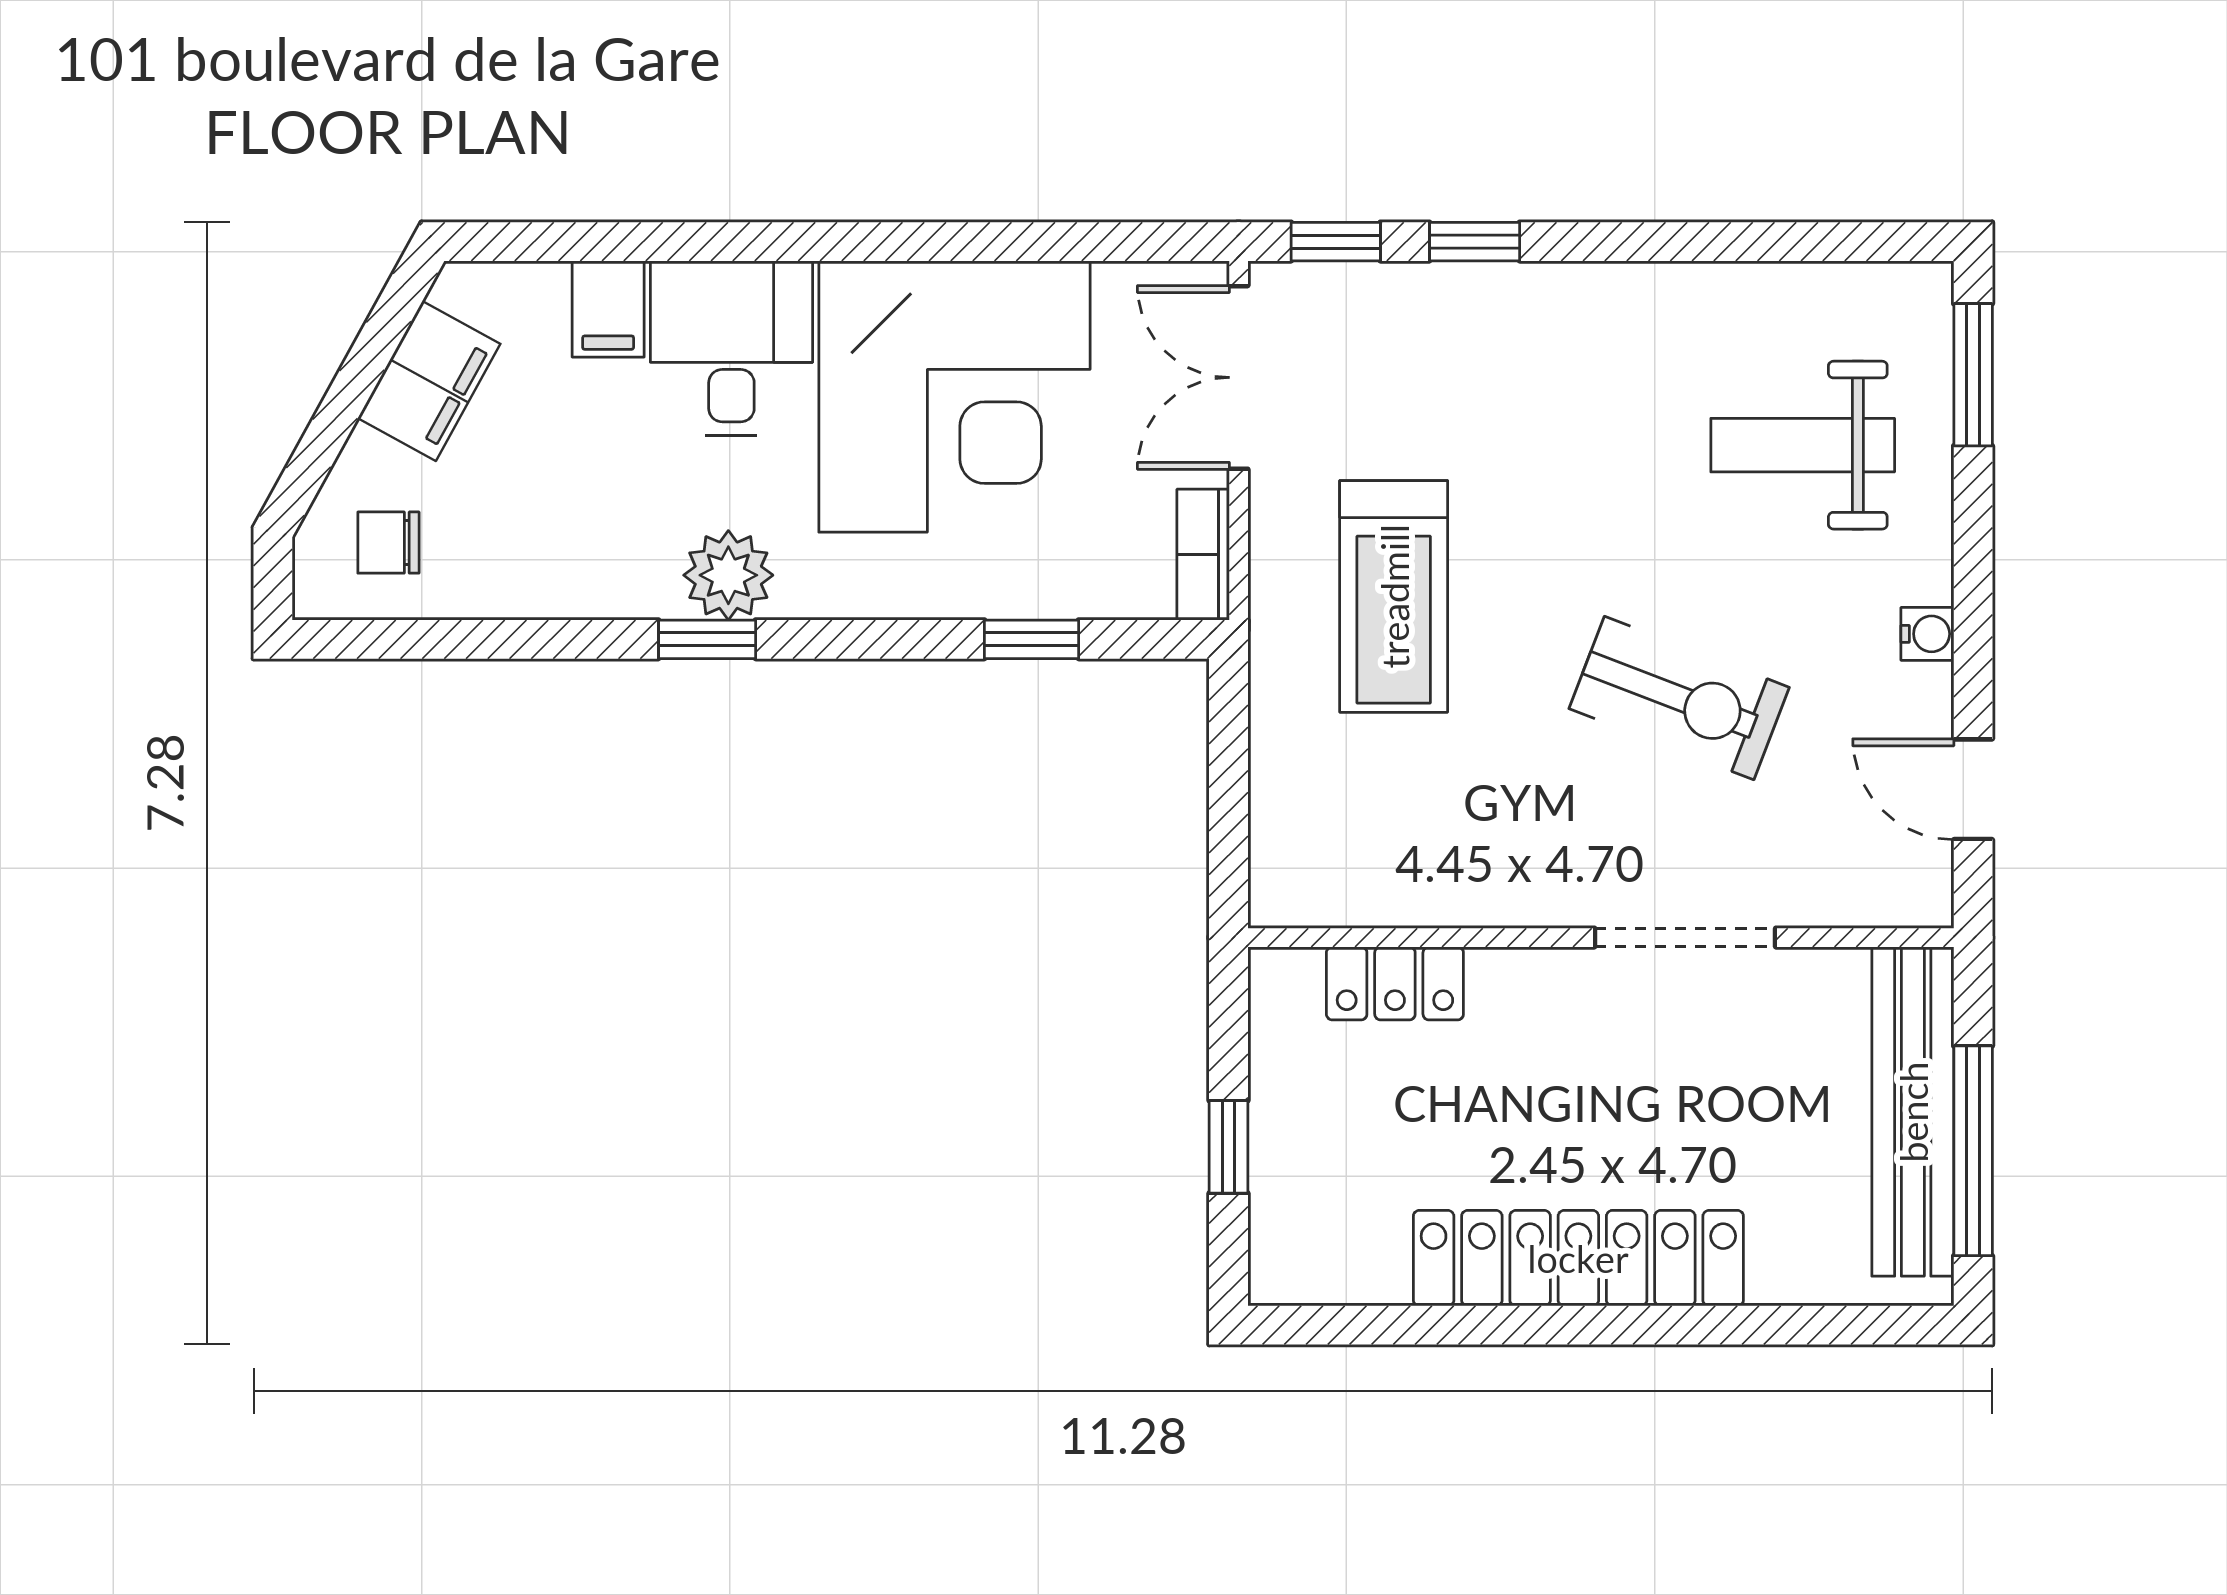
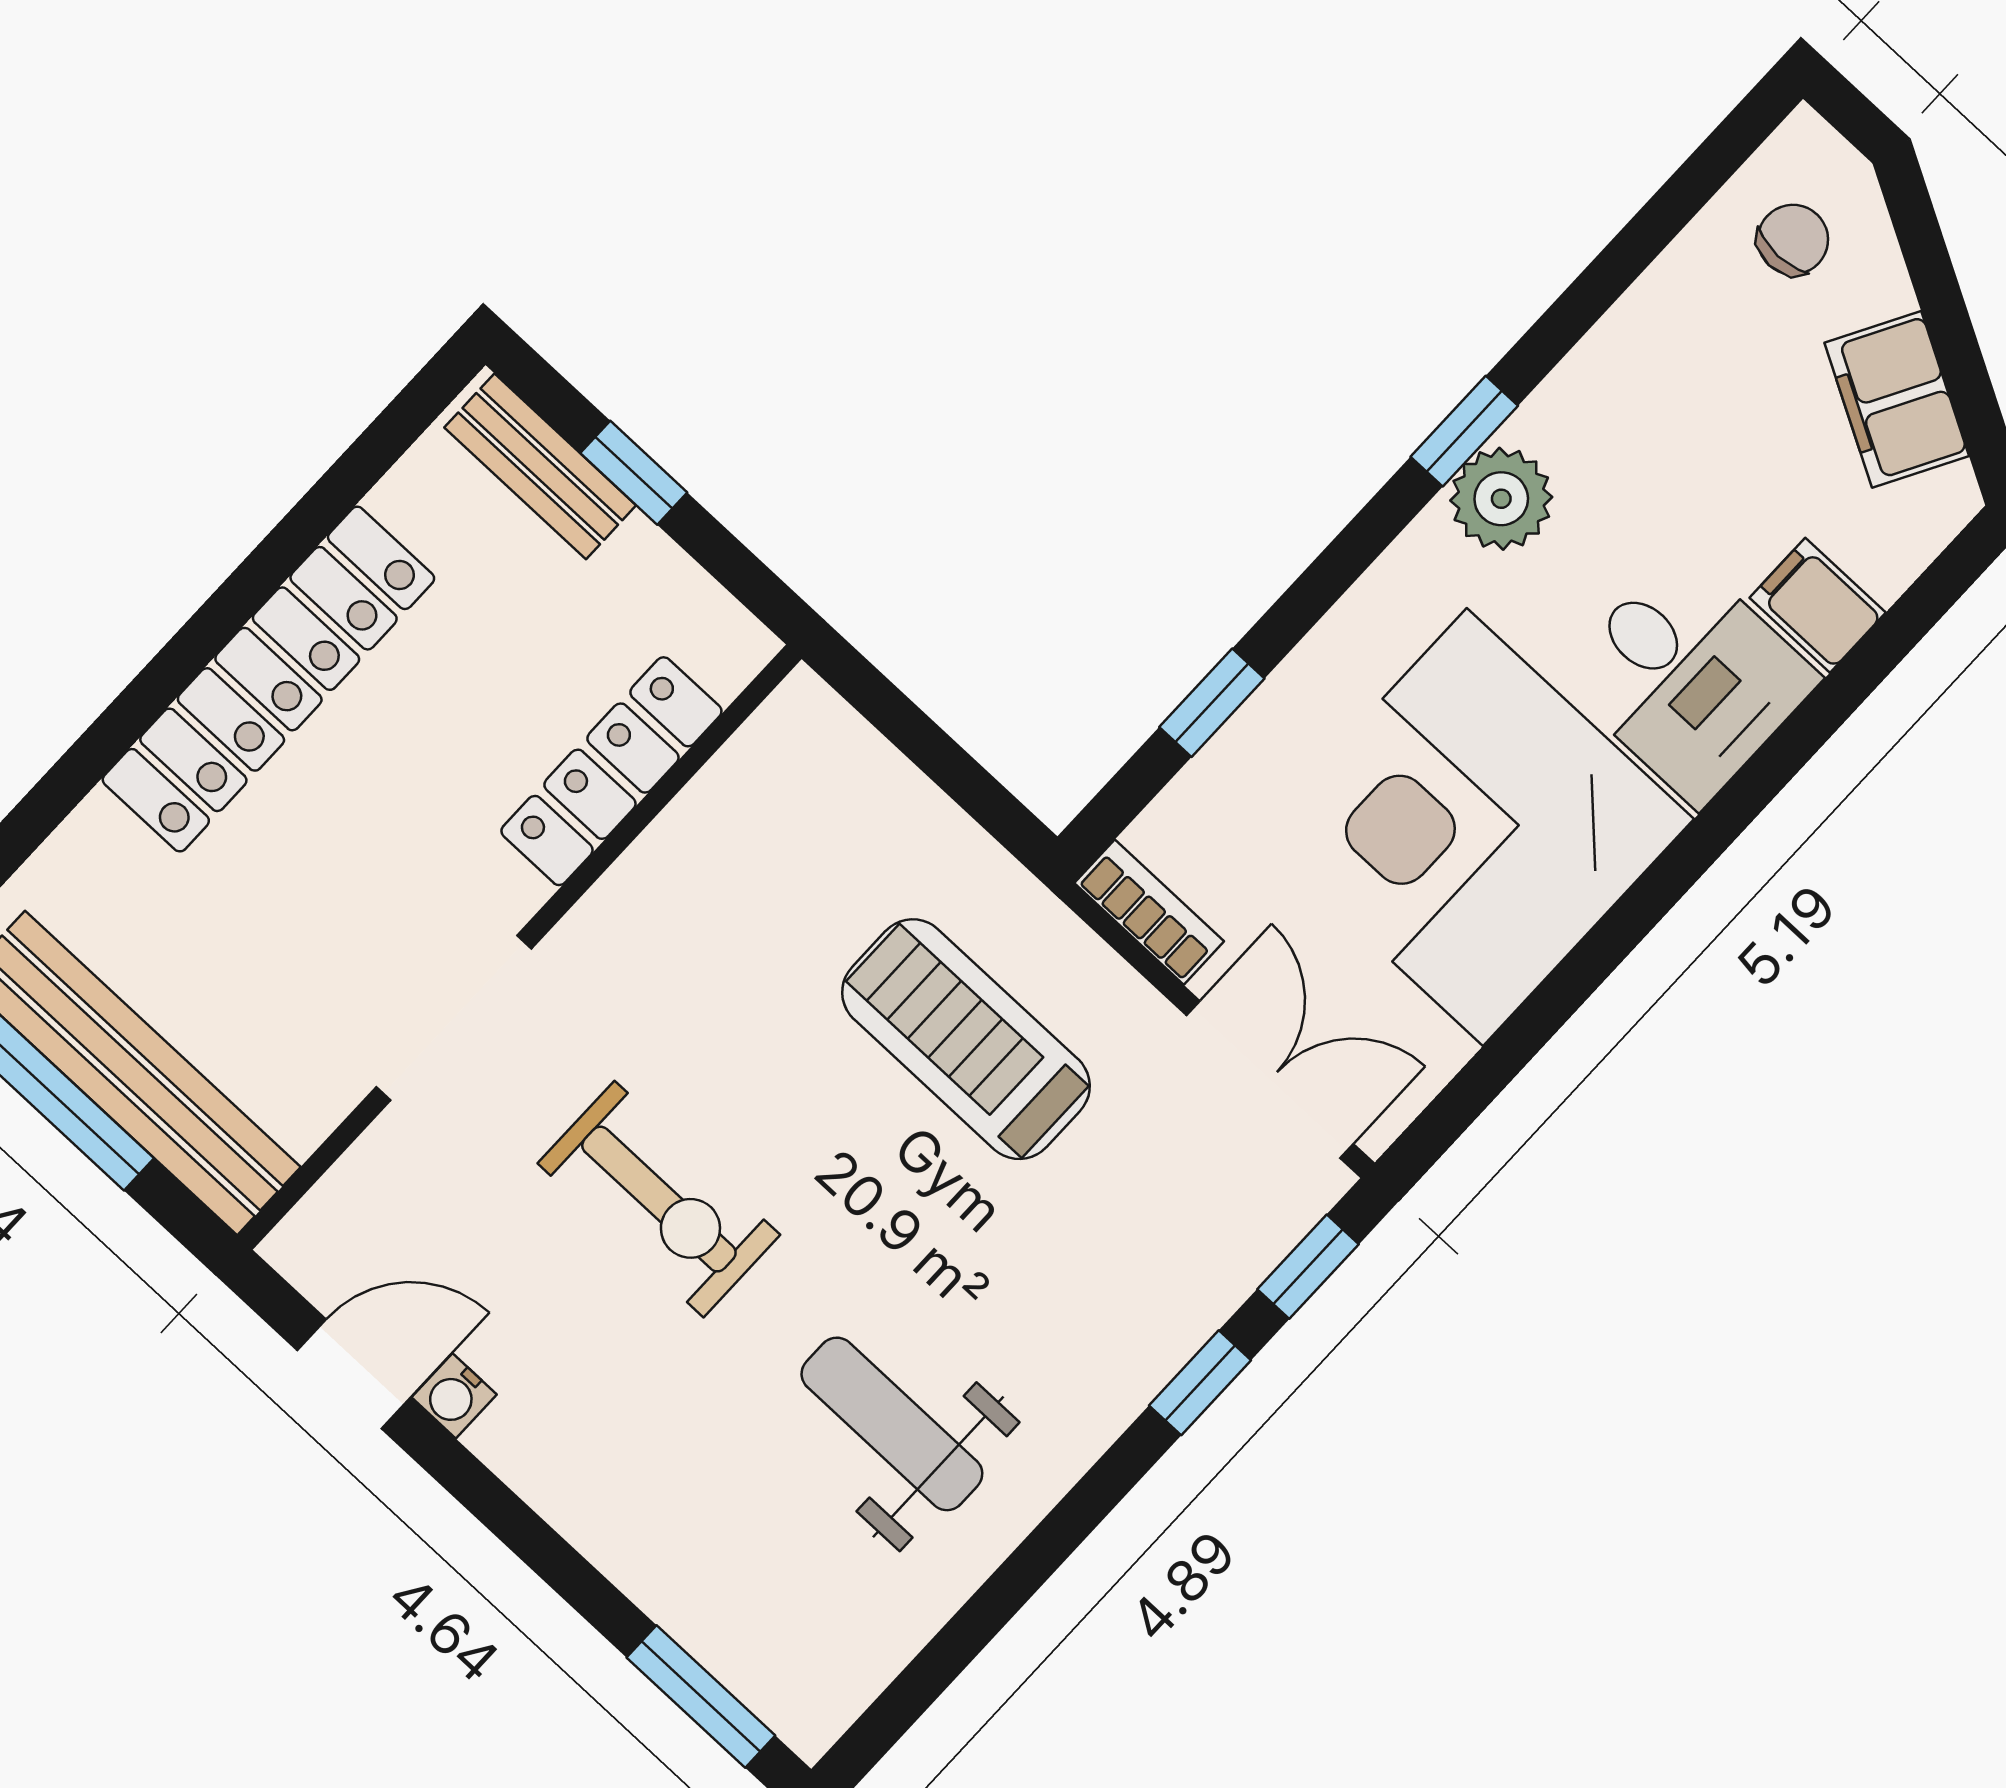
weight bench: (1803, 445) -> (892, 1424), moved, turned -90
water cooler: (1927, 634) -> (454, 1396), moved
exercise bike: (1679, 698) -> (659, 1199), turned -111
locker: (1395, 983) -> (611, 771), width x1.53
bench: (1280, 1211) -> (540, 466), added

